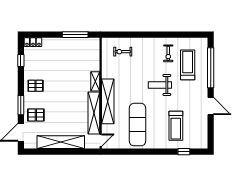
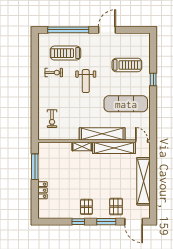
locker: (33, 42) -> (42, 190), moved
window: (21, 60) -> (78, 222), moved
window: (184, 152) -> (153, 79), moved

